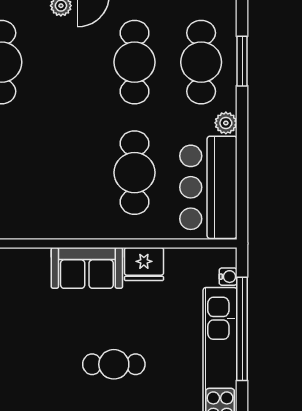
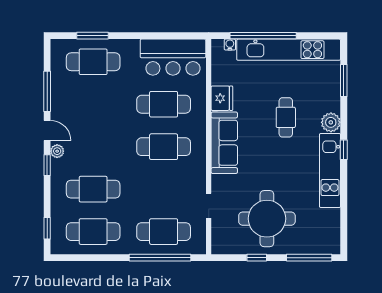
cafe table: (135, 62) -> (164, 147), moved
plant: (226, 123) -> (132, 46), removed
sofa: (87, 268) -> (224, 143), width x1.36

